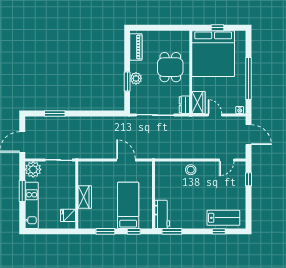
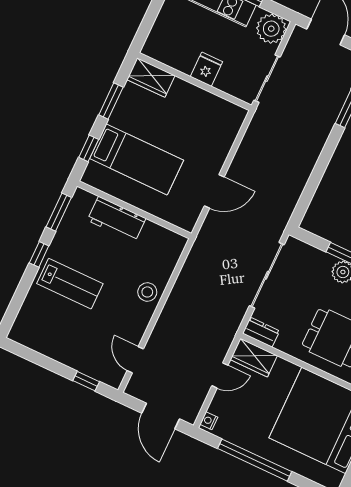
door: (248, 135) -> (161, 416), hinge flipped
wardrobe: (85, 197) -> (151, 77), moved
workbench: (162, 214) -> (117, 219), moved
fridge: (68, 215) -> (206, 69), moved
lab bench: (223, 218) -> (70, 284), moved, turned -90
window: (219, 231) -> (39, 254), moved

